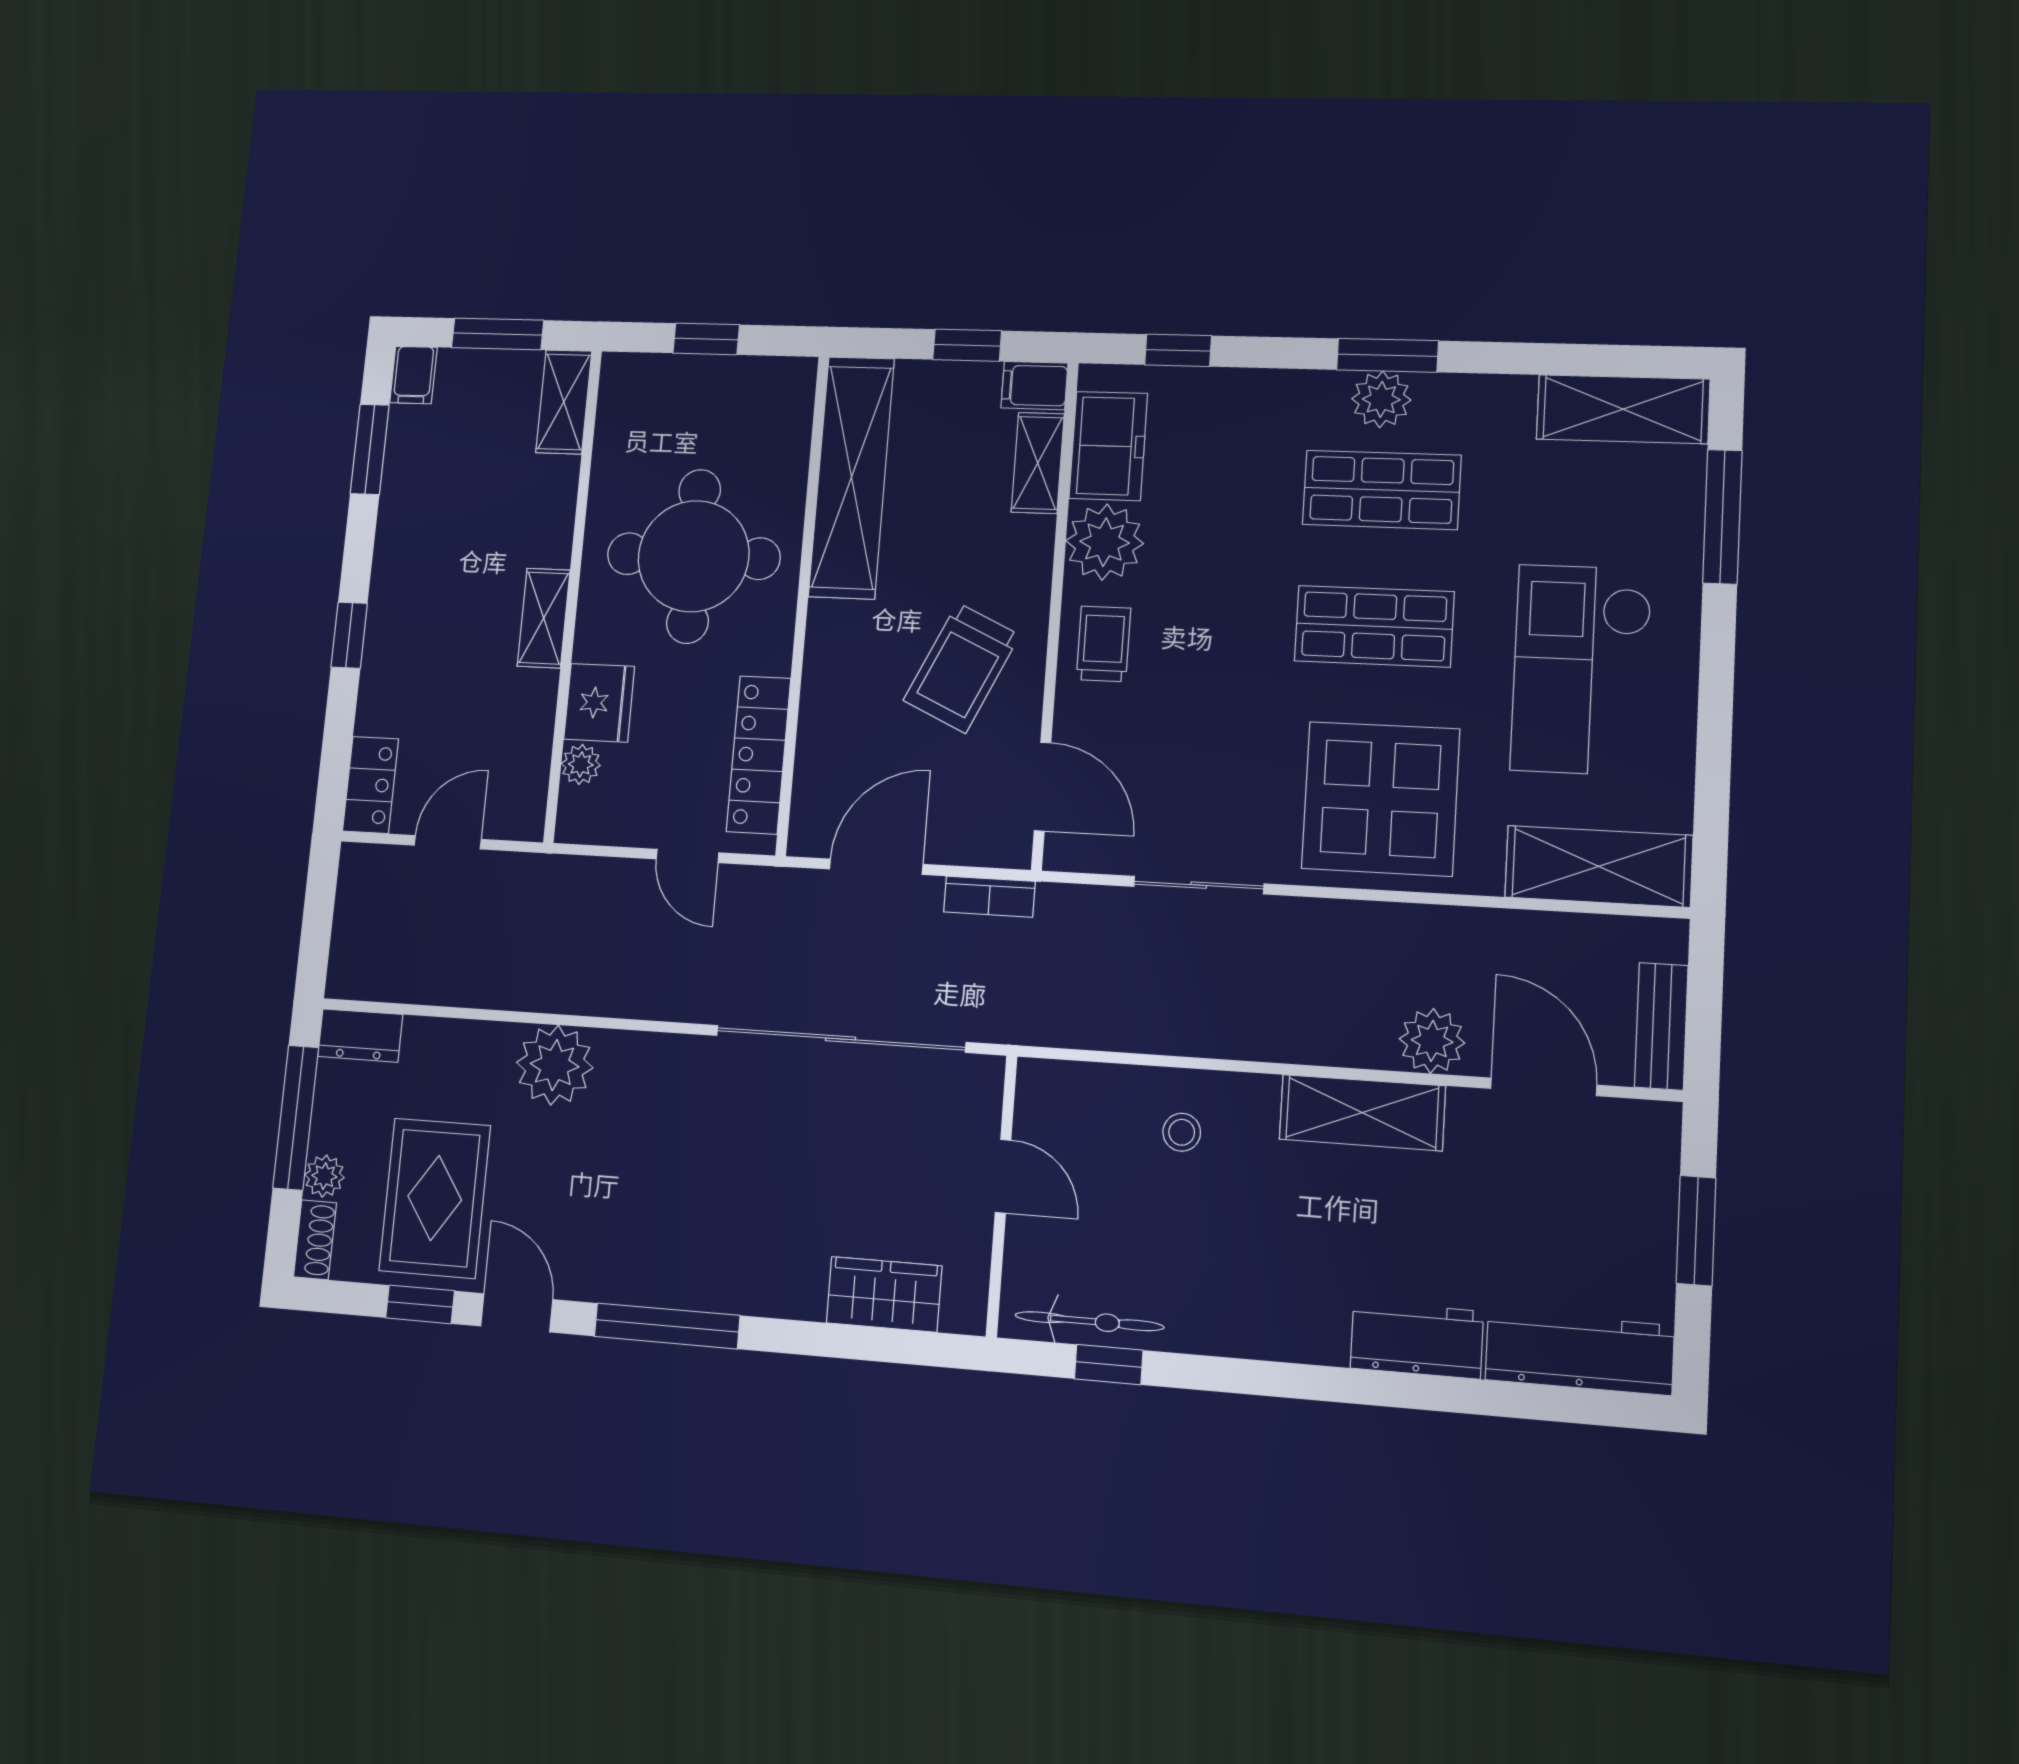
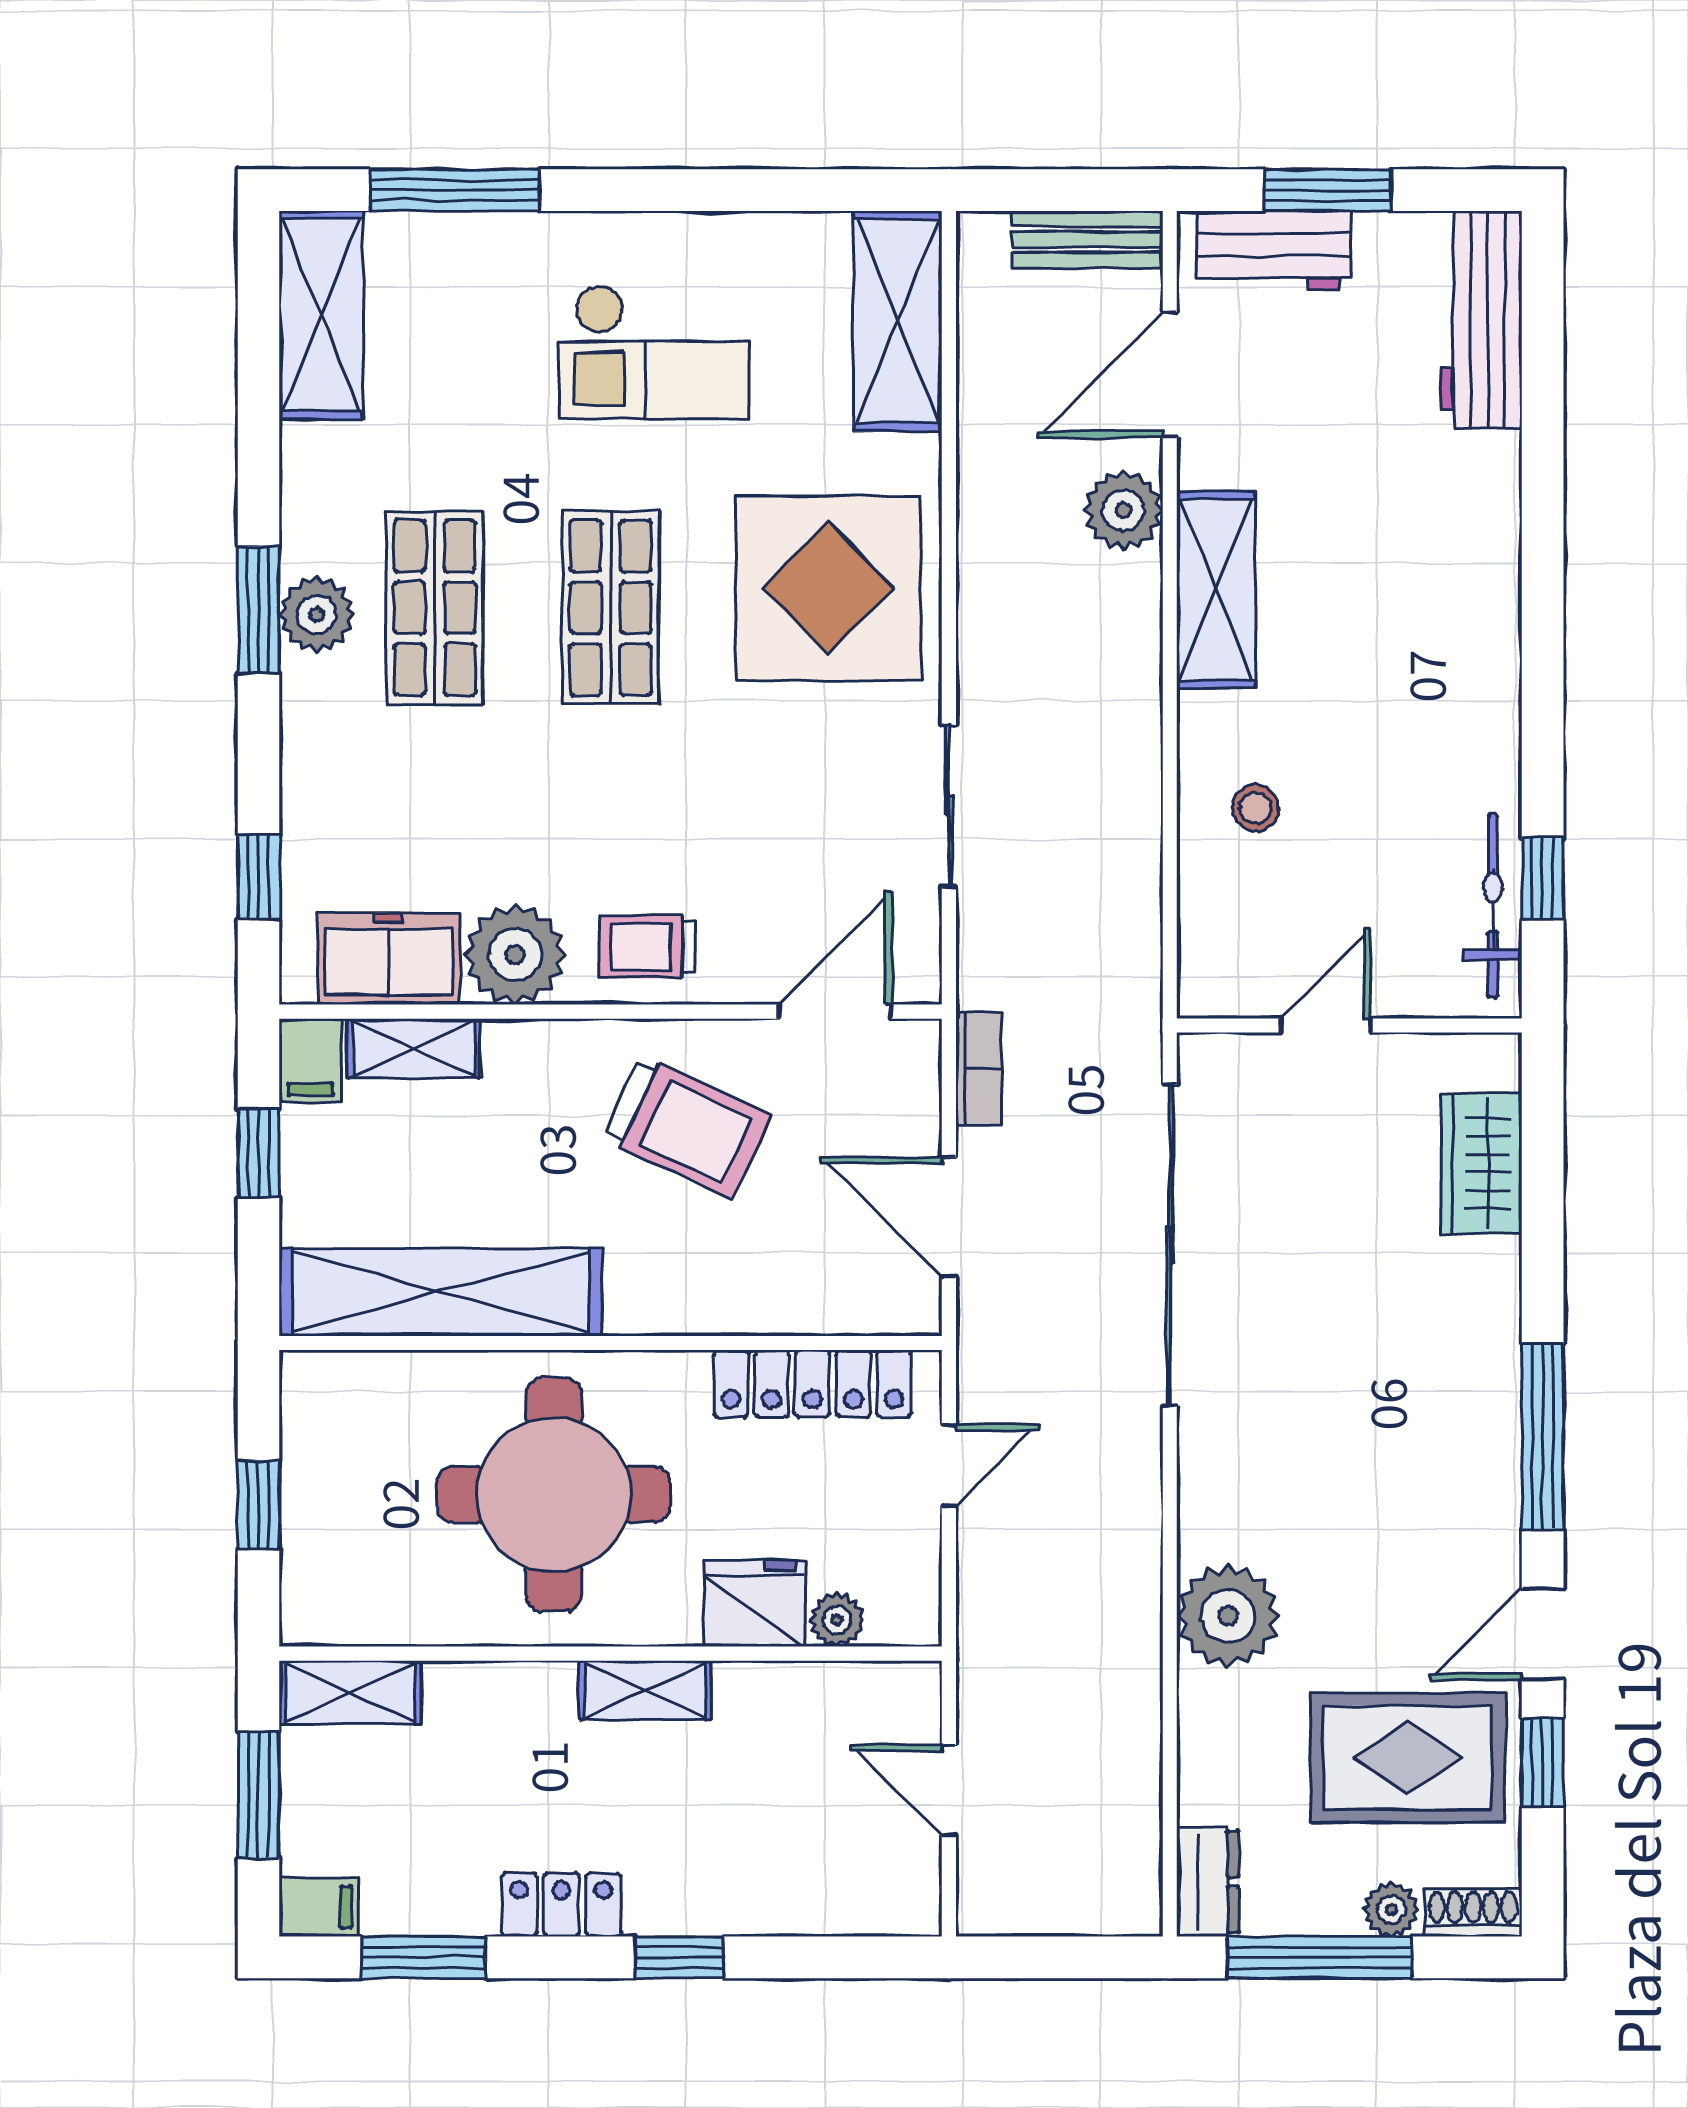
checkout: (1581, 670) -> (655, 352), width x0.73, depth x0.83
locker: (370, 785) -> (561, 1905), moved
workbench: (1417, 1340) -> (1274, 251), moved, turned -90

